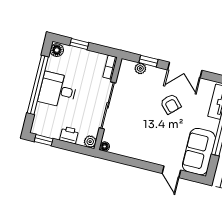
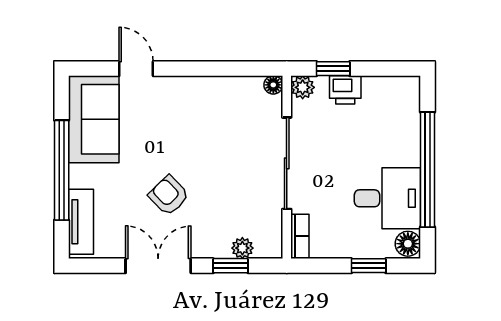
desk: (58, 90) -> (387, 198), moved
window: (44, 140) -> (333, 69), moved

